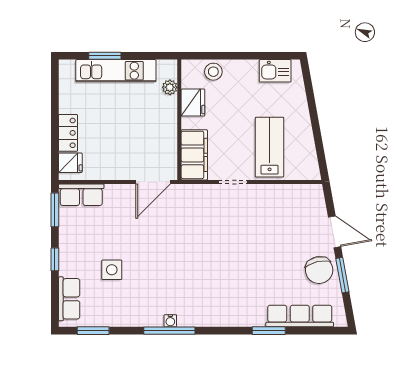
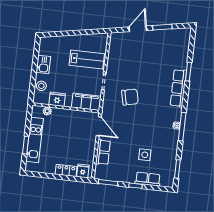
kitchen sink: (275, 71) -> (43, 64), moved
lab bench: (270, 147) -> (87, 59), turned 180
row of seats: (81, 195) -> (103, 152), moved
chair: (319, 270) -> (130, 97), moved
row of seats: (69, 299) -> (148, 179), moved
row of seats: (300, 316) -> (178, 88), moved

